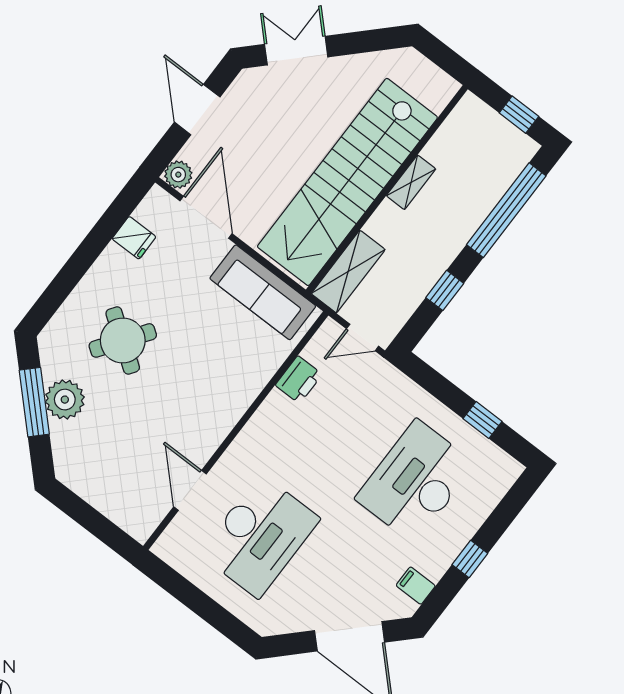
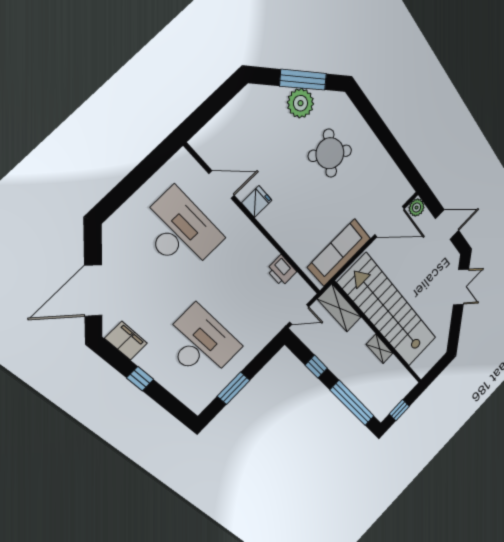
fridge: (134, 238) -> (257, 202), moved, turned 180
door: (363, 337) -> (299, 314), swing flipped
window: (482, 420) -> (234, 388), width x1.50
desk: (260, 536) -> (180, 232), turned 180
filing cabinet: (416, 586) -> (126, 341), width x2.00

